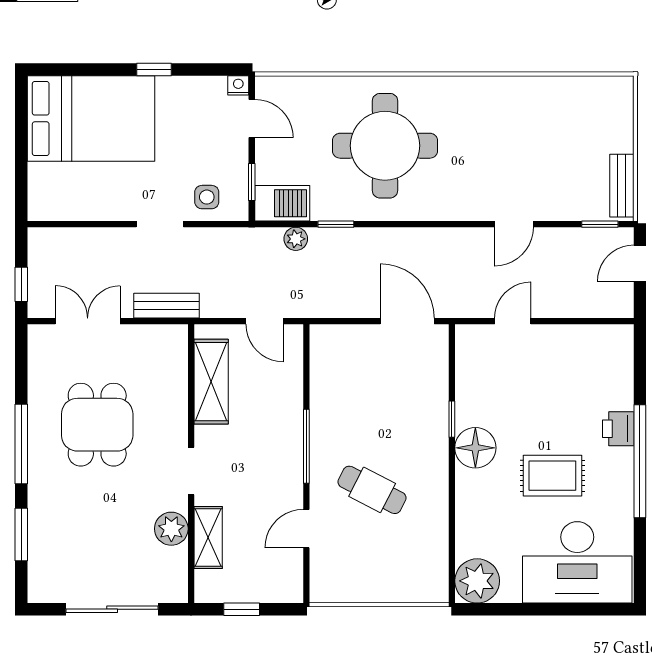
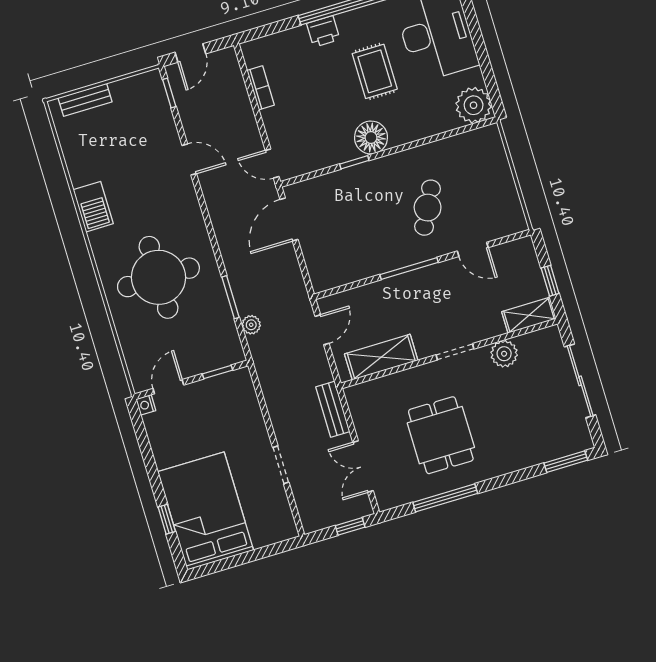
window: (154, 69) -> (167, 519), moved
bench: (622, 186) -> (85, 100), moved
side table: (207, 197) -> (239, 403), removed
barbecue: (282, 203) -> (93, 207), moved, turned 180
doorway: (160, 224) -> (281, 465), moved
window: (336, 224) -> (230, 297), width x1.50
door: (640, 263) -> (190, 53), hinge flipped
door: (513, 321) -> (272, 164), moved
bookcase: (574, 334) -> (261, 88), added
dining table: (97, 425) -> (441, 435), turned 90
window: (21, 444) -> (445, 498), moved
window: (21, 535) -> (566, 462), moved
shelving: (208, 538) -> (529, 315), moved

